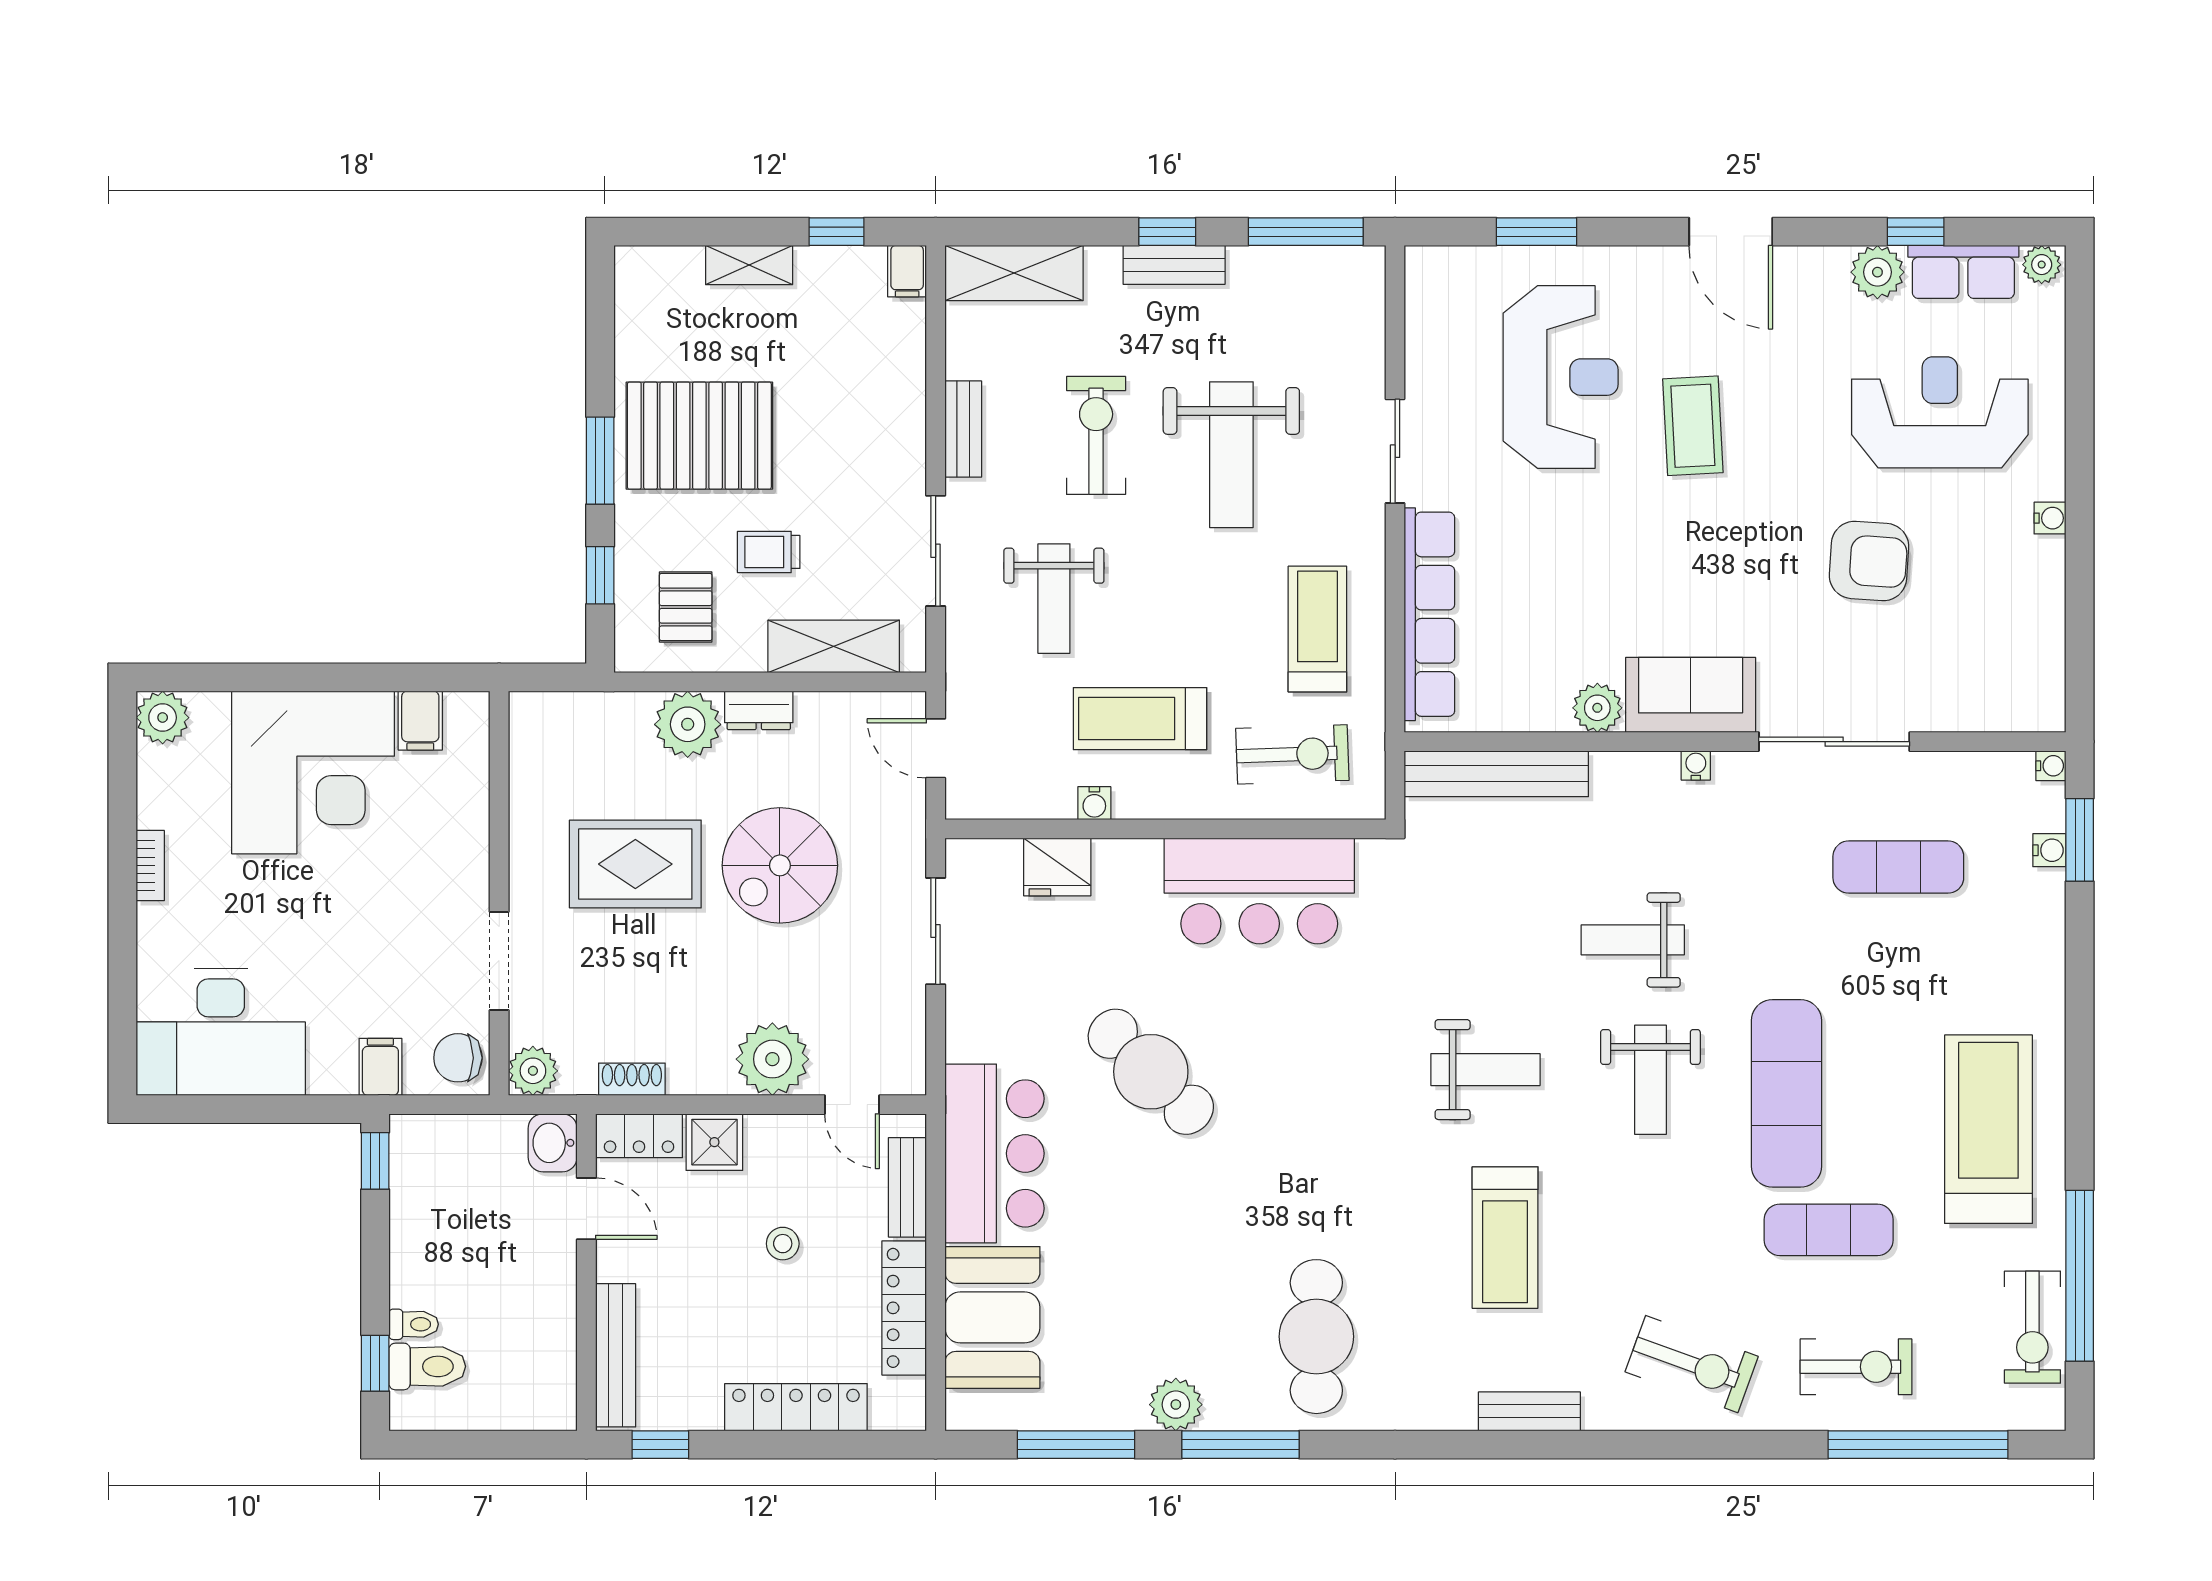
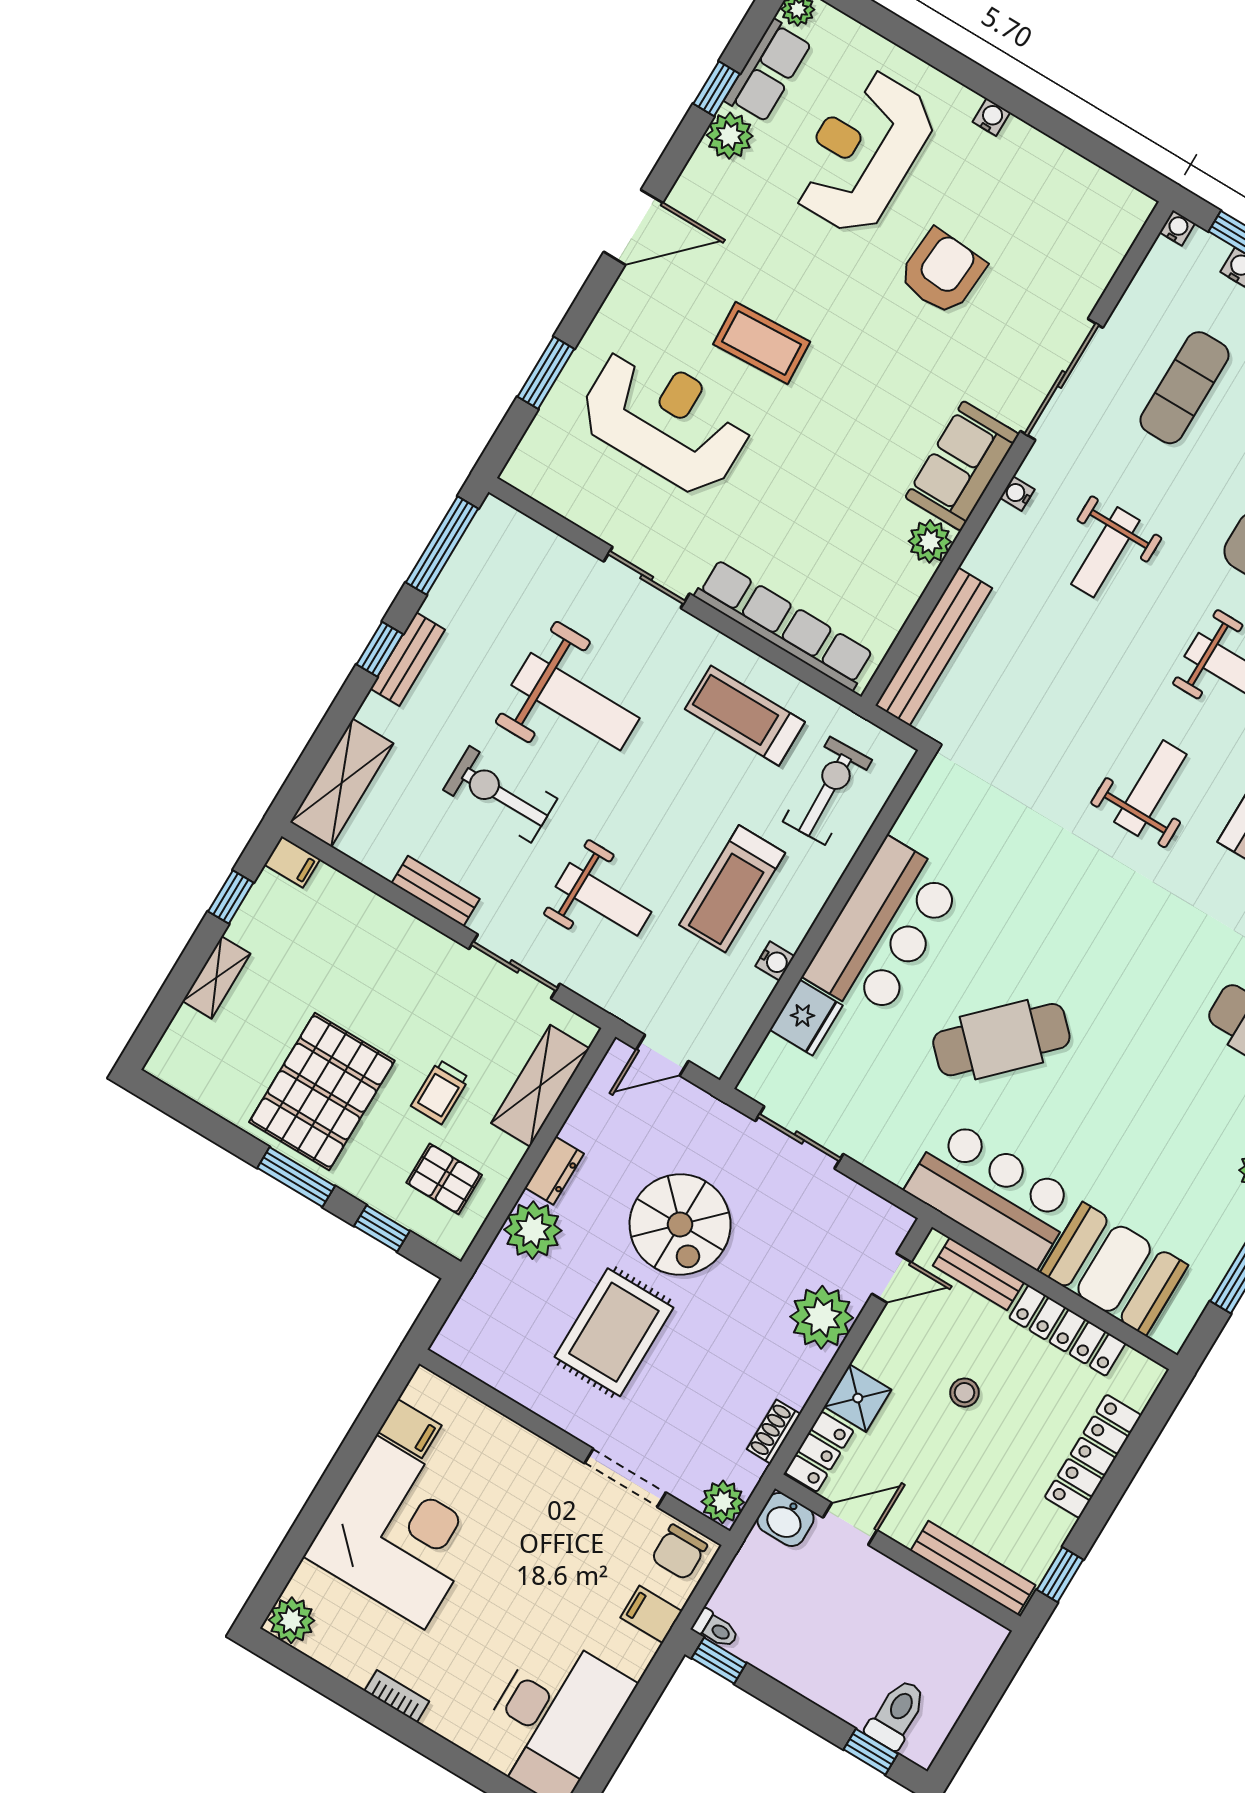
bar counter: (1259, 891) -> (883, 929), moved
weight bench: (1633, 940) -> (1105, 552), moved
toilet: (414, 1324) -> (715, 1629), moved, turned 90

